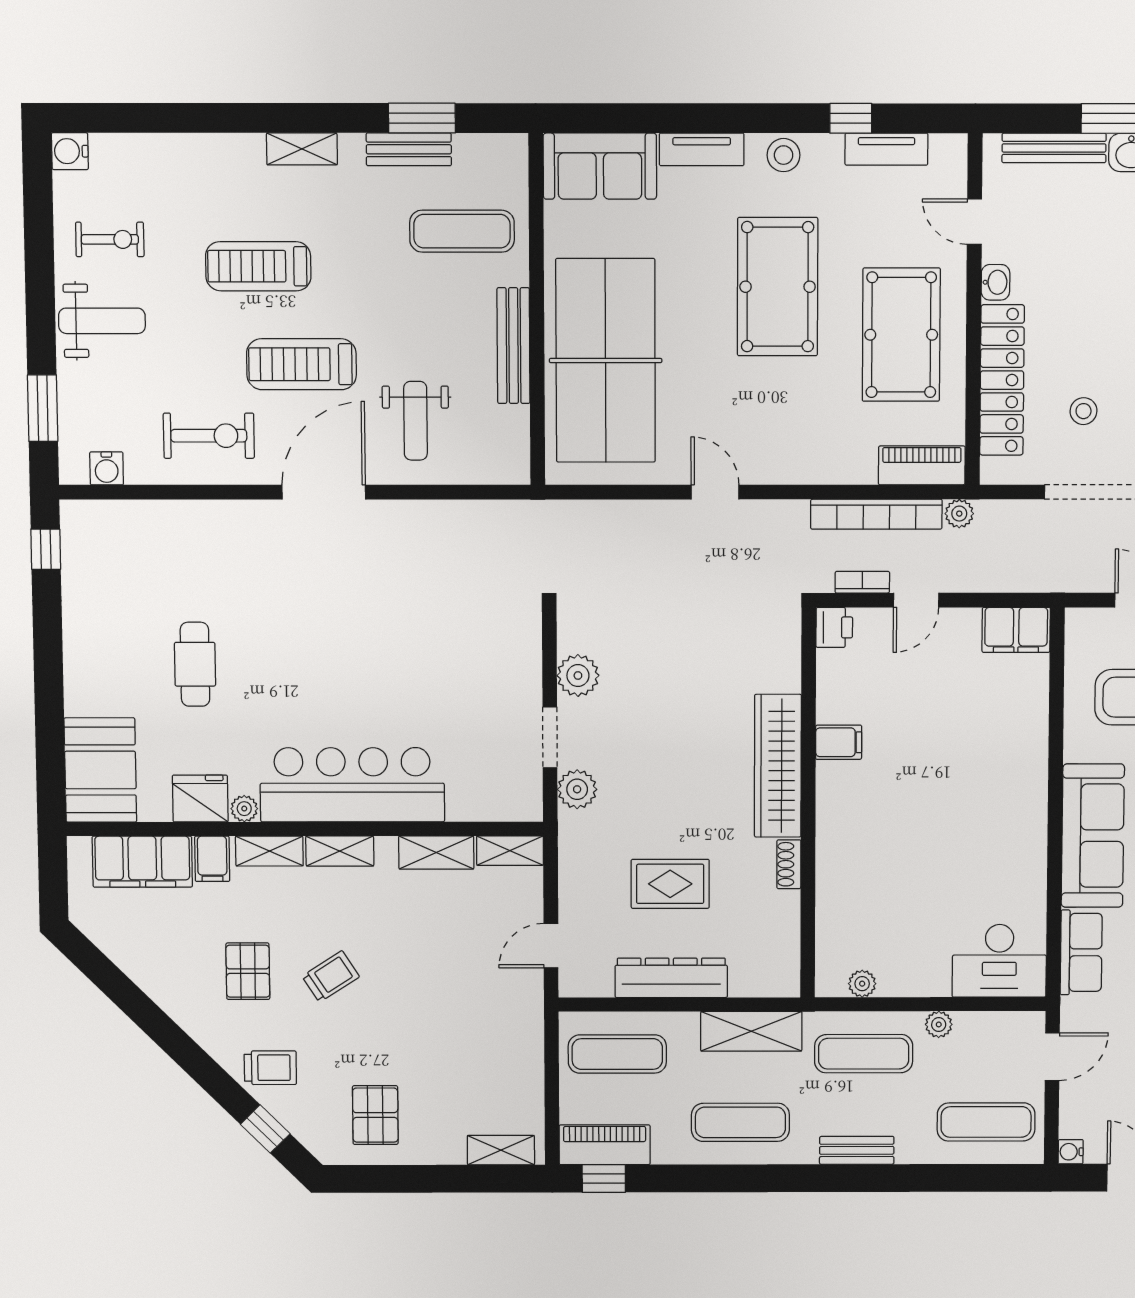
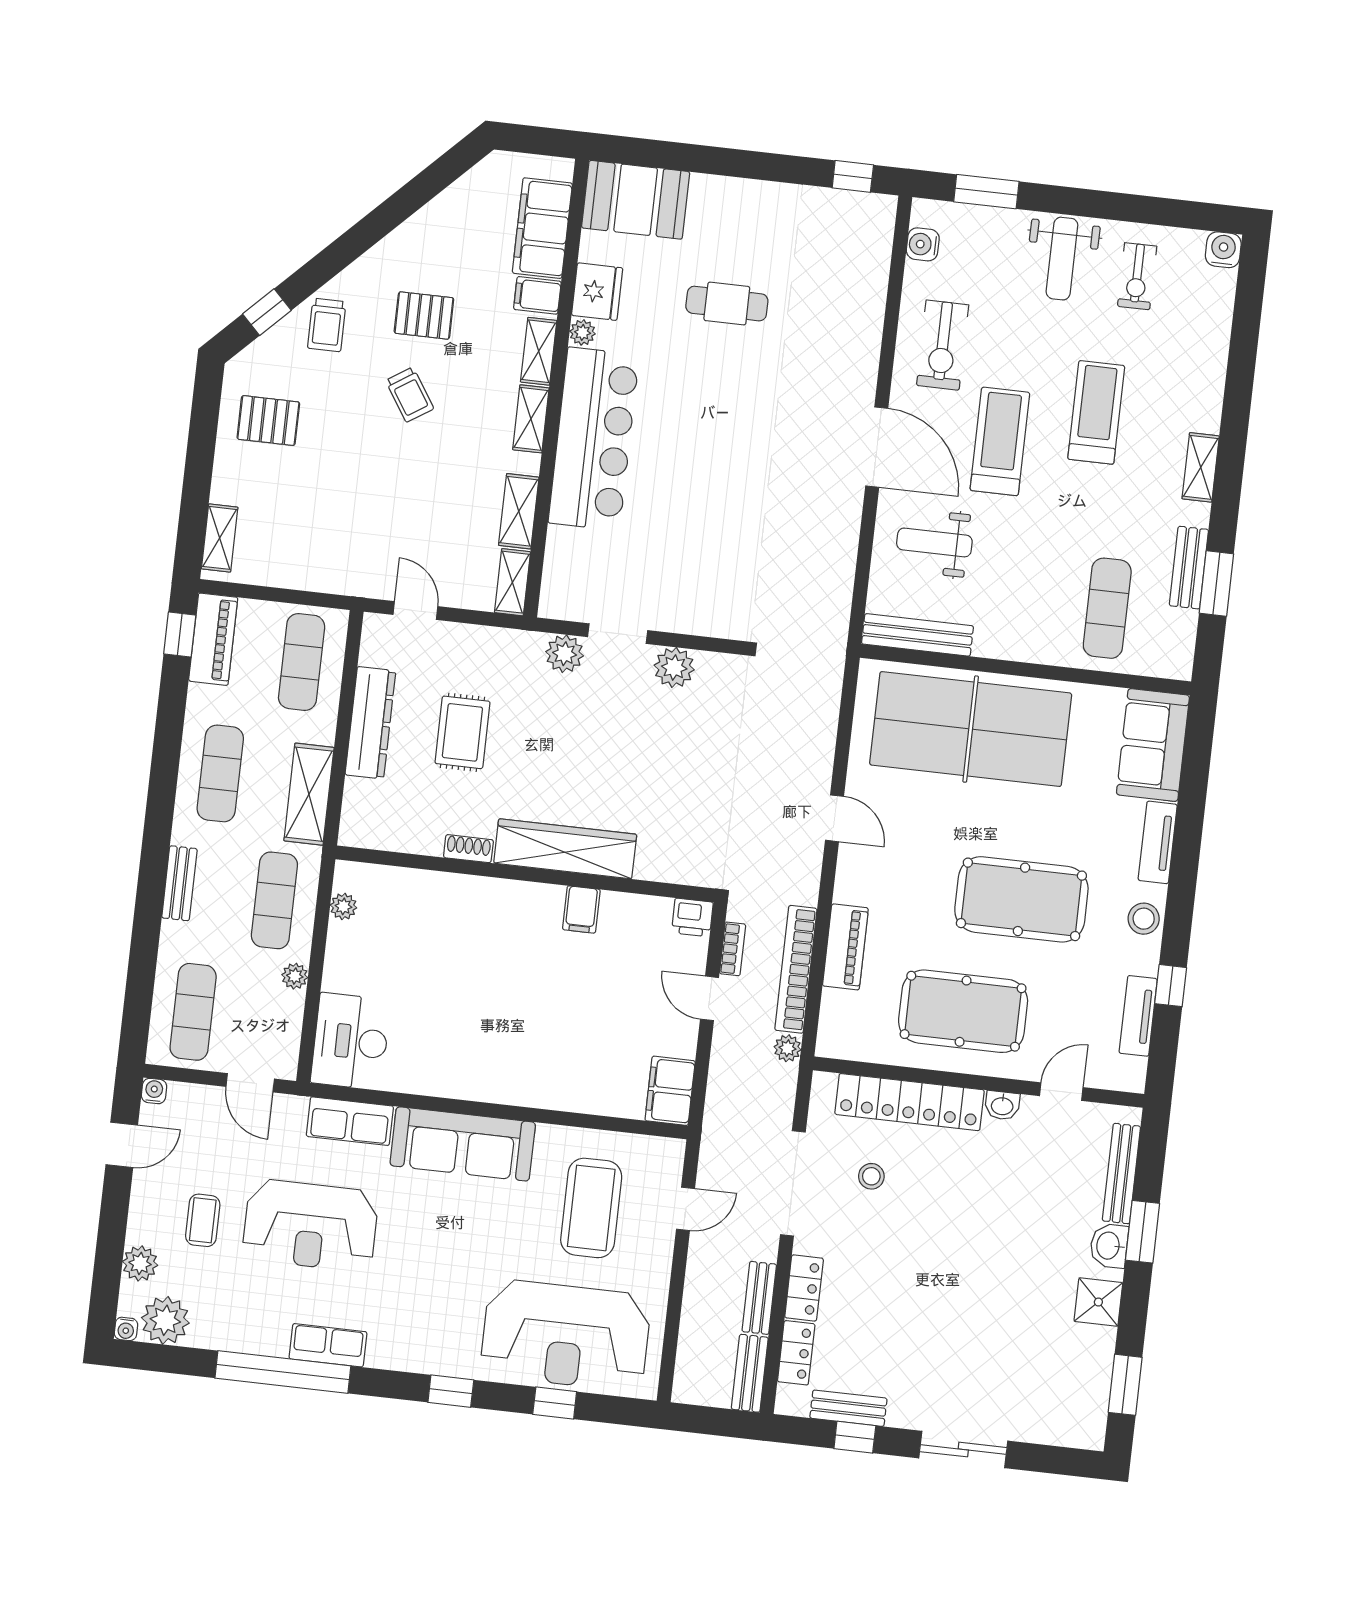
bench: (513, 346) -> (917, 635), moved
piano: (922, 465) -> (845, 947), moved
door: (715, 492) -> (834, 818), hinge flipped

